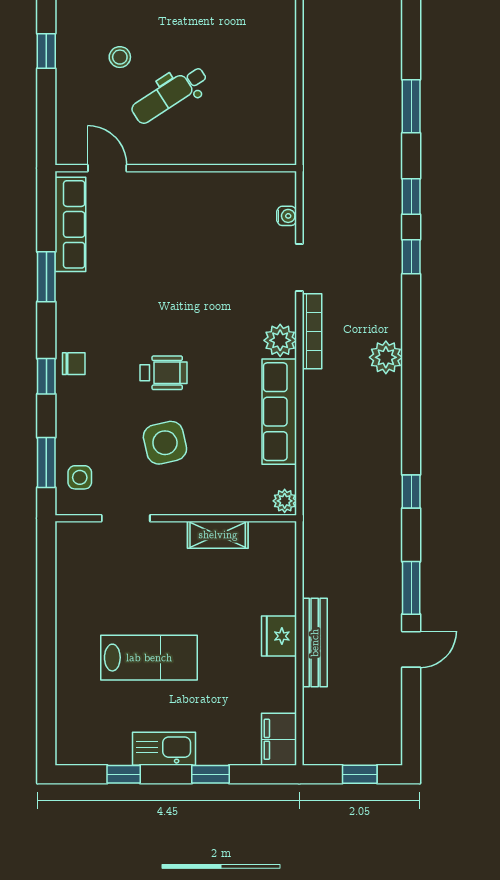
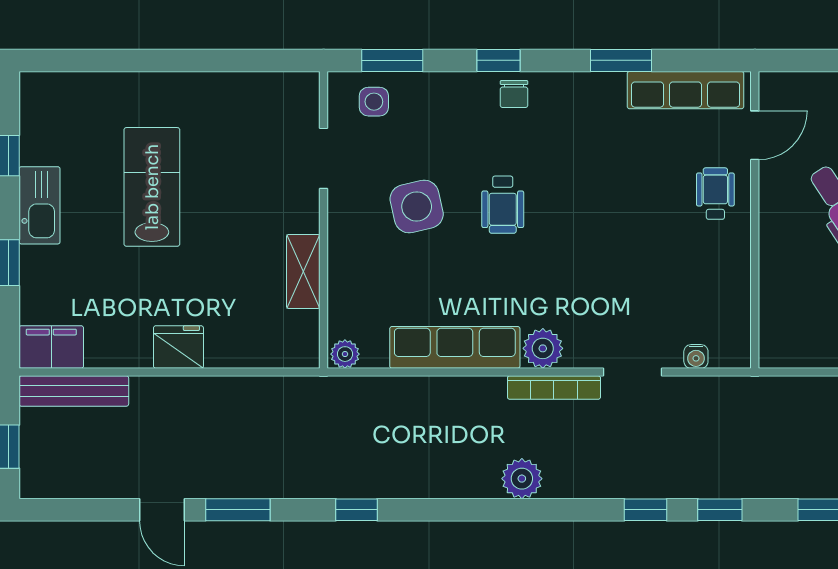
wheelchair: (154, 200) -> (715, 194), added
bench: (315, 643) -> (74, 391), moved
lab bench: (149, 658) -> (152, 187), turned 180

